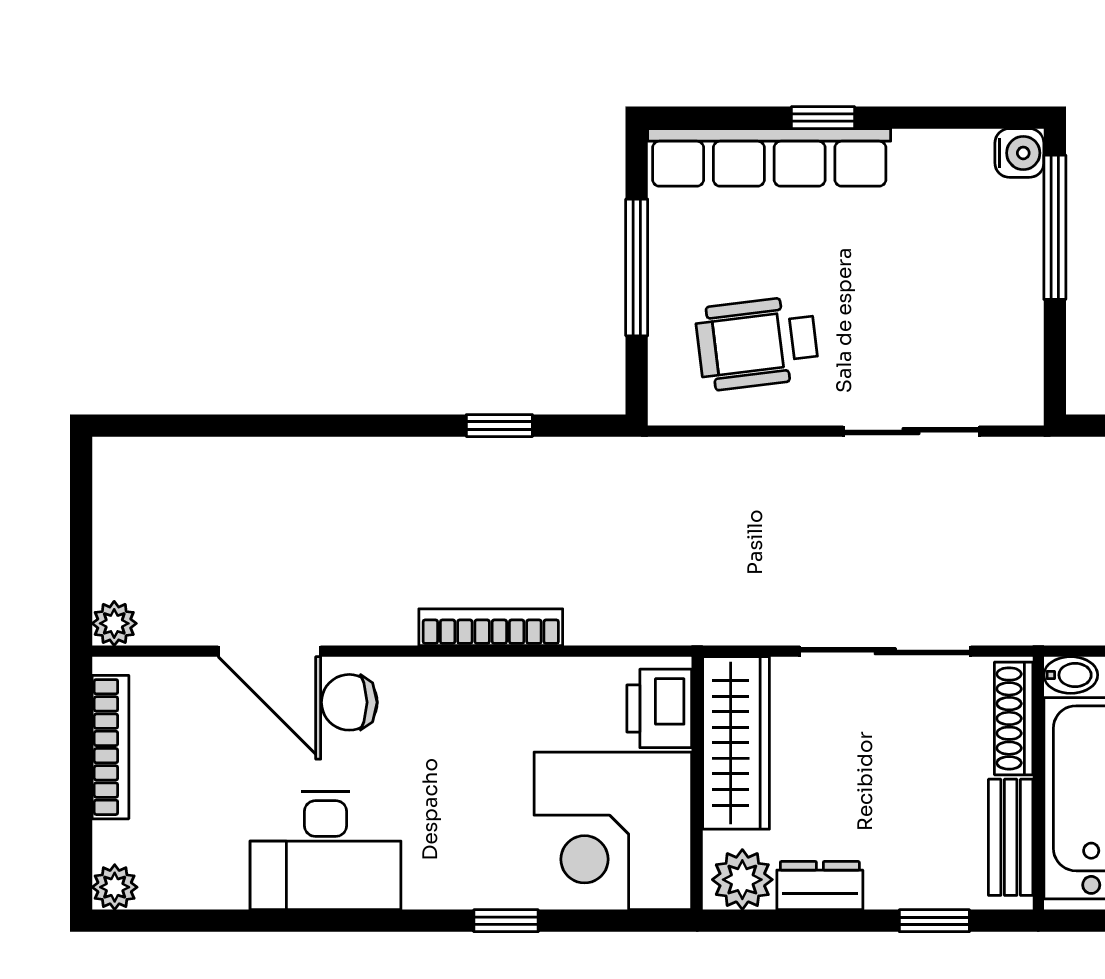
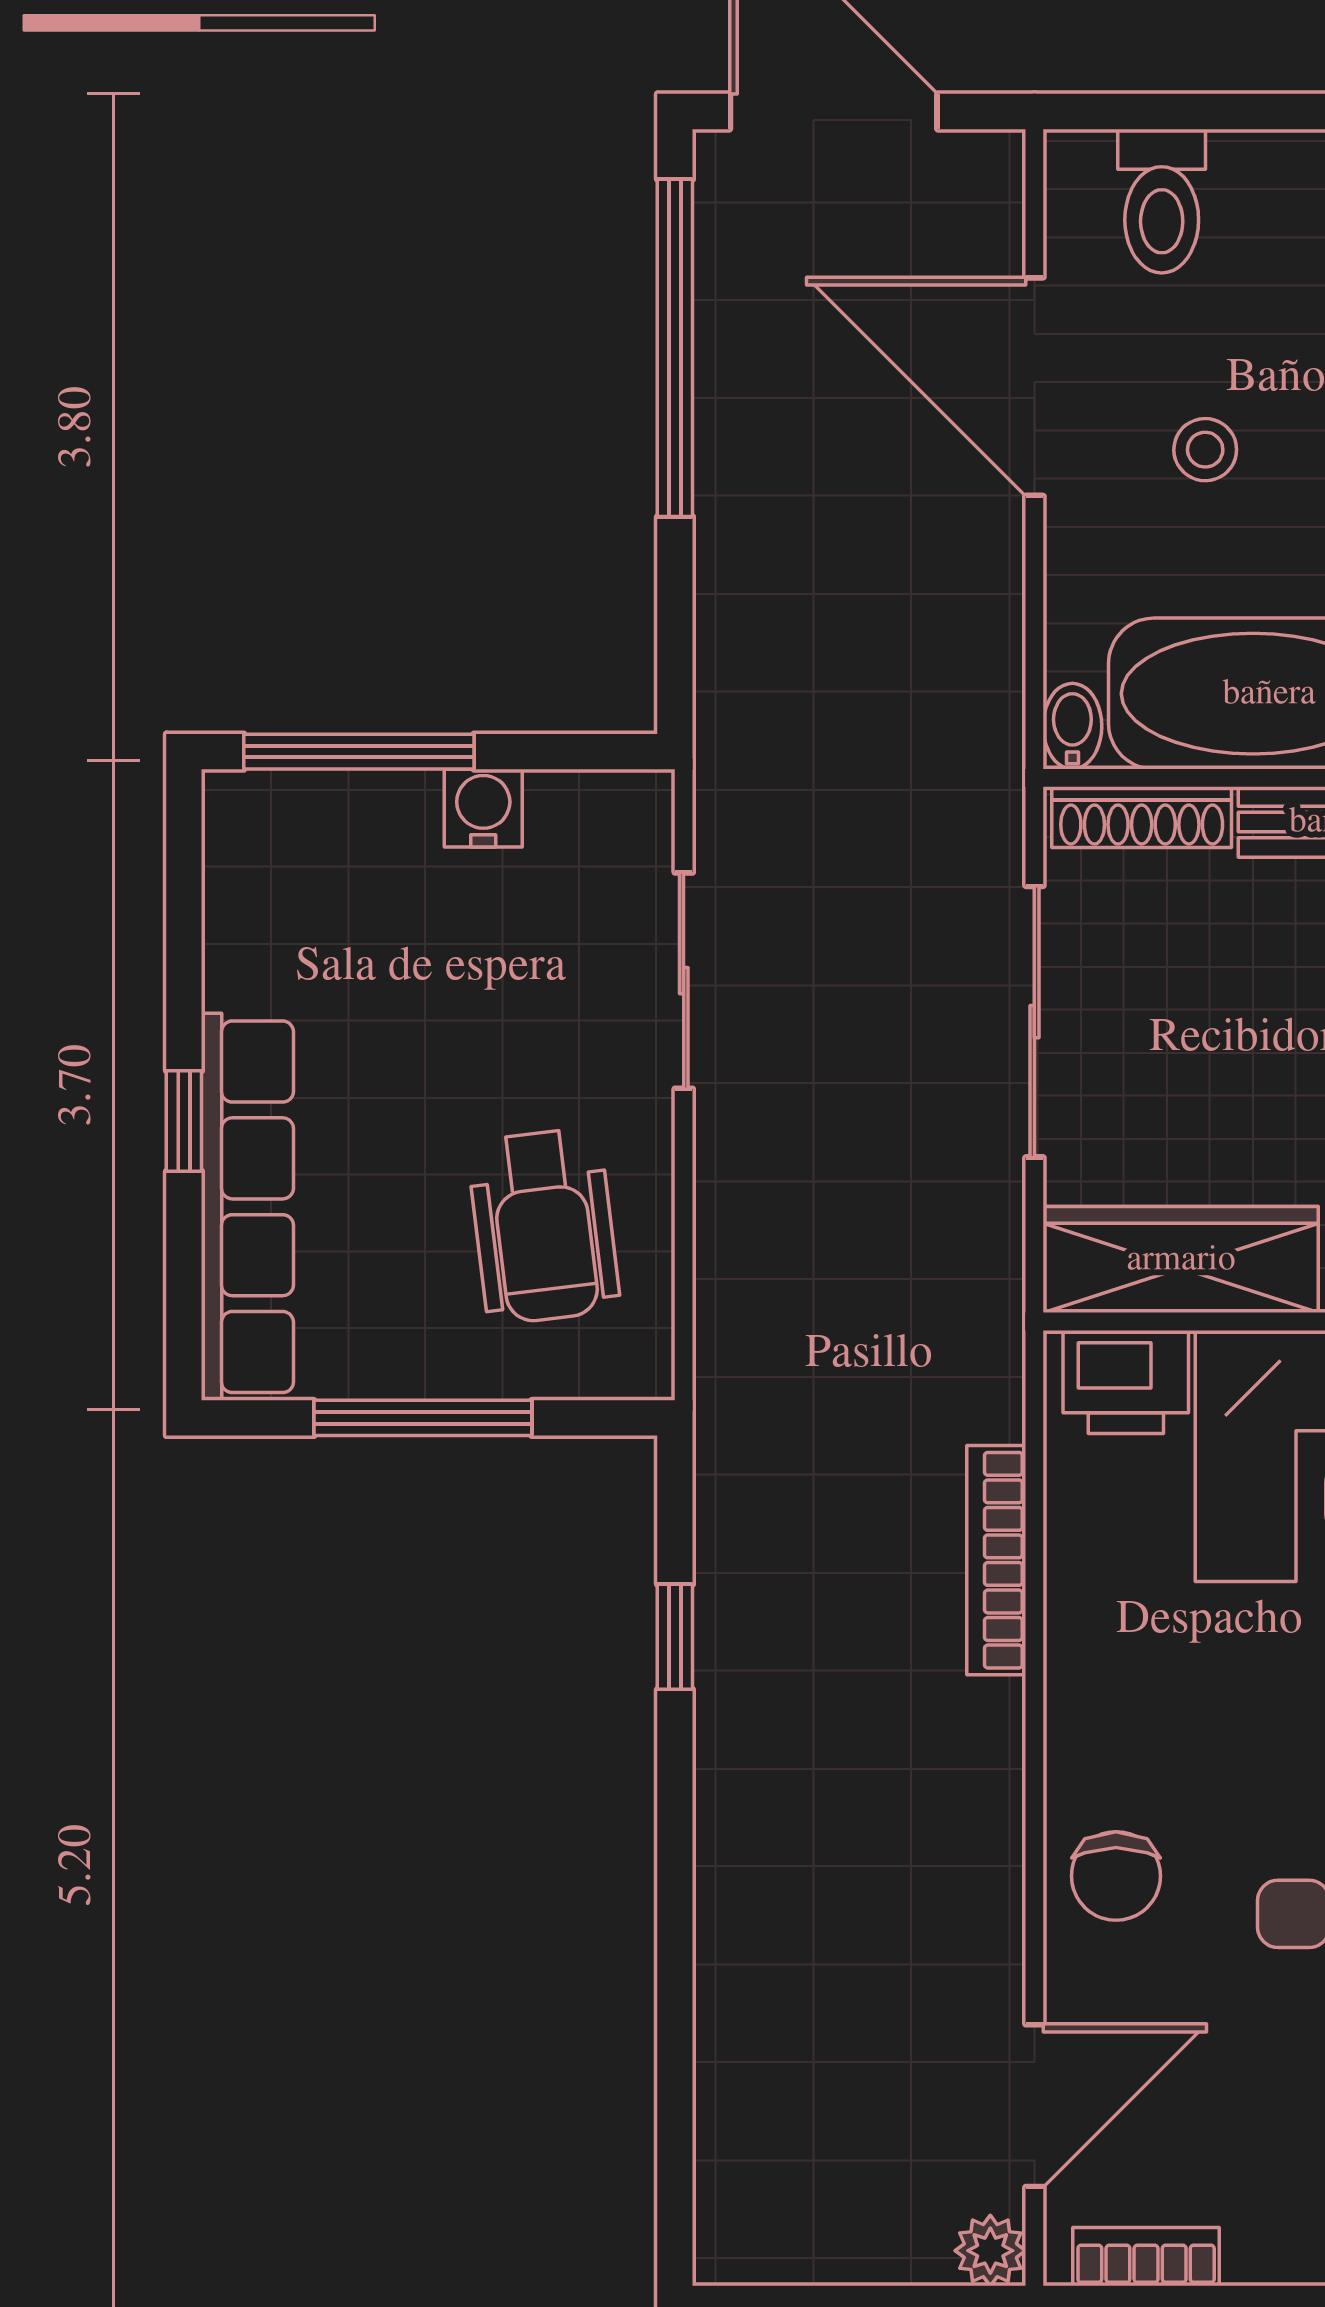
water cooler: (1019, 153) -> (483, 808), moved
bookcase: (491, 627) -> (996, 1560), moved
door: (269, 651) -> (1034, 2106), moved
bookcase: (110, 747) -> (1146, 2257), width x0.64

